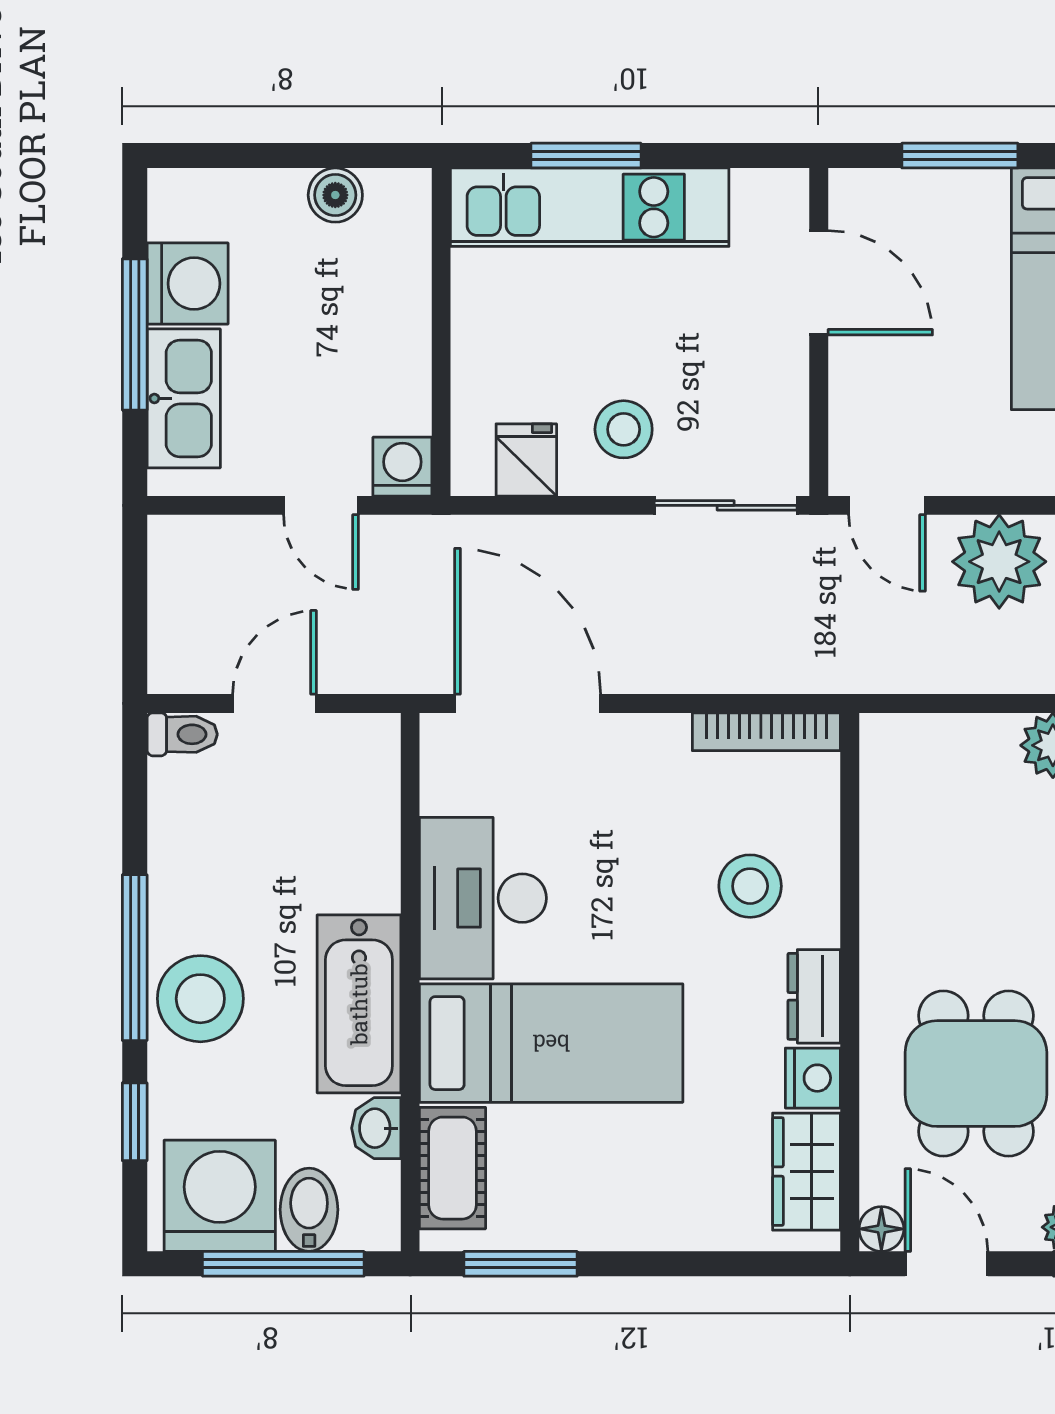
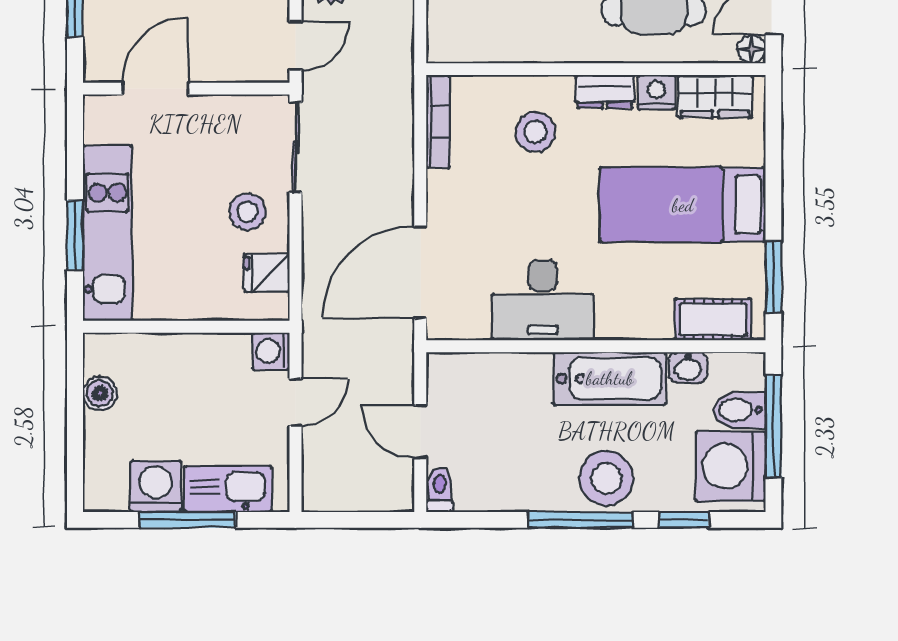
bed: (551, 1043) -> (683, 205), moved, turned -90

